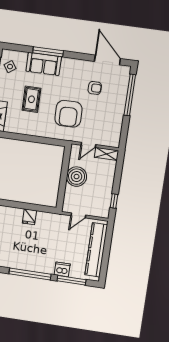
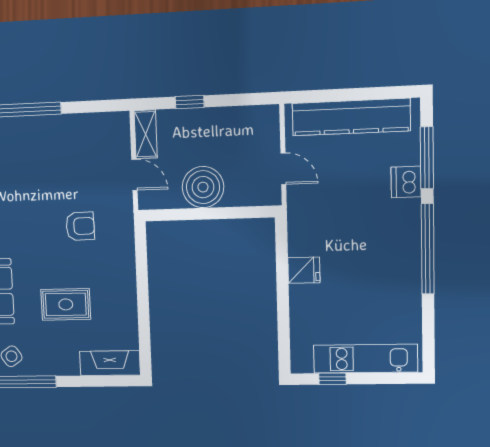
armchair: (95, 88) -> (20, 183), removed
armchair: (68, 114) -> (80, 226), width x0.53, depth x0.53
window: (114, 201) -> (190, 102), moved

